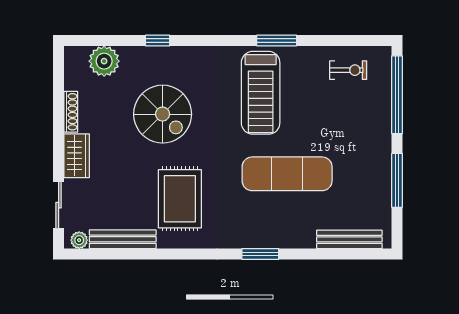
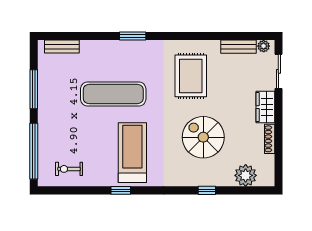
window: (277, 40) -> (121, 190), width x0.67
bench: (123, 239) -> (239, 47), width x0.73
bench: (349, 239) -> (62, 47), width x0.73

